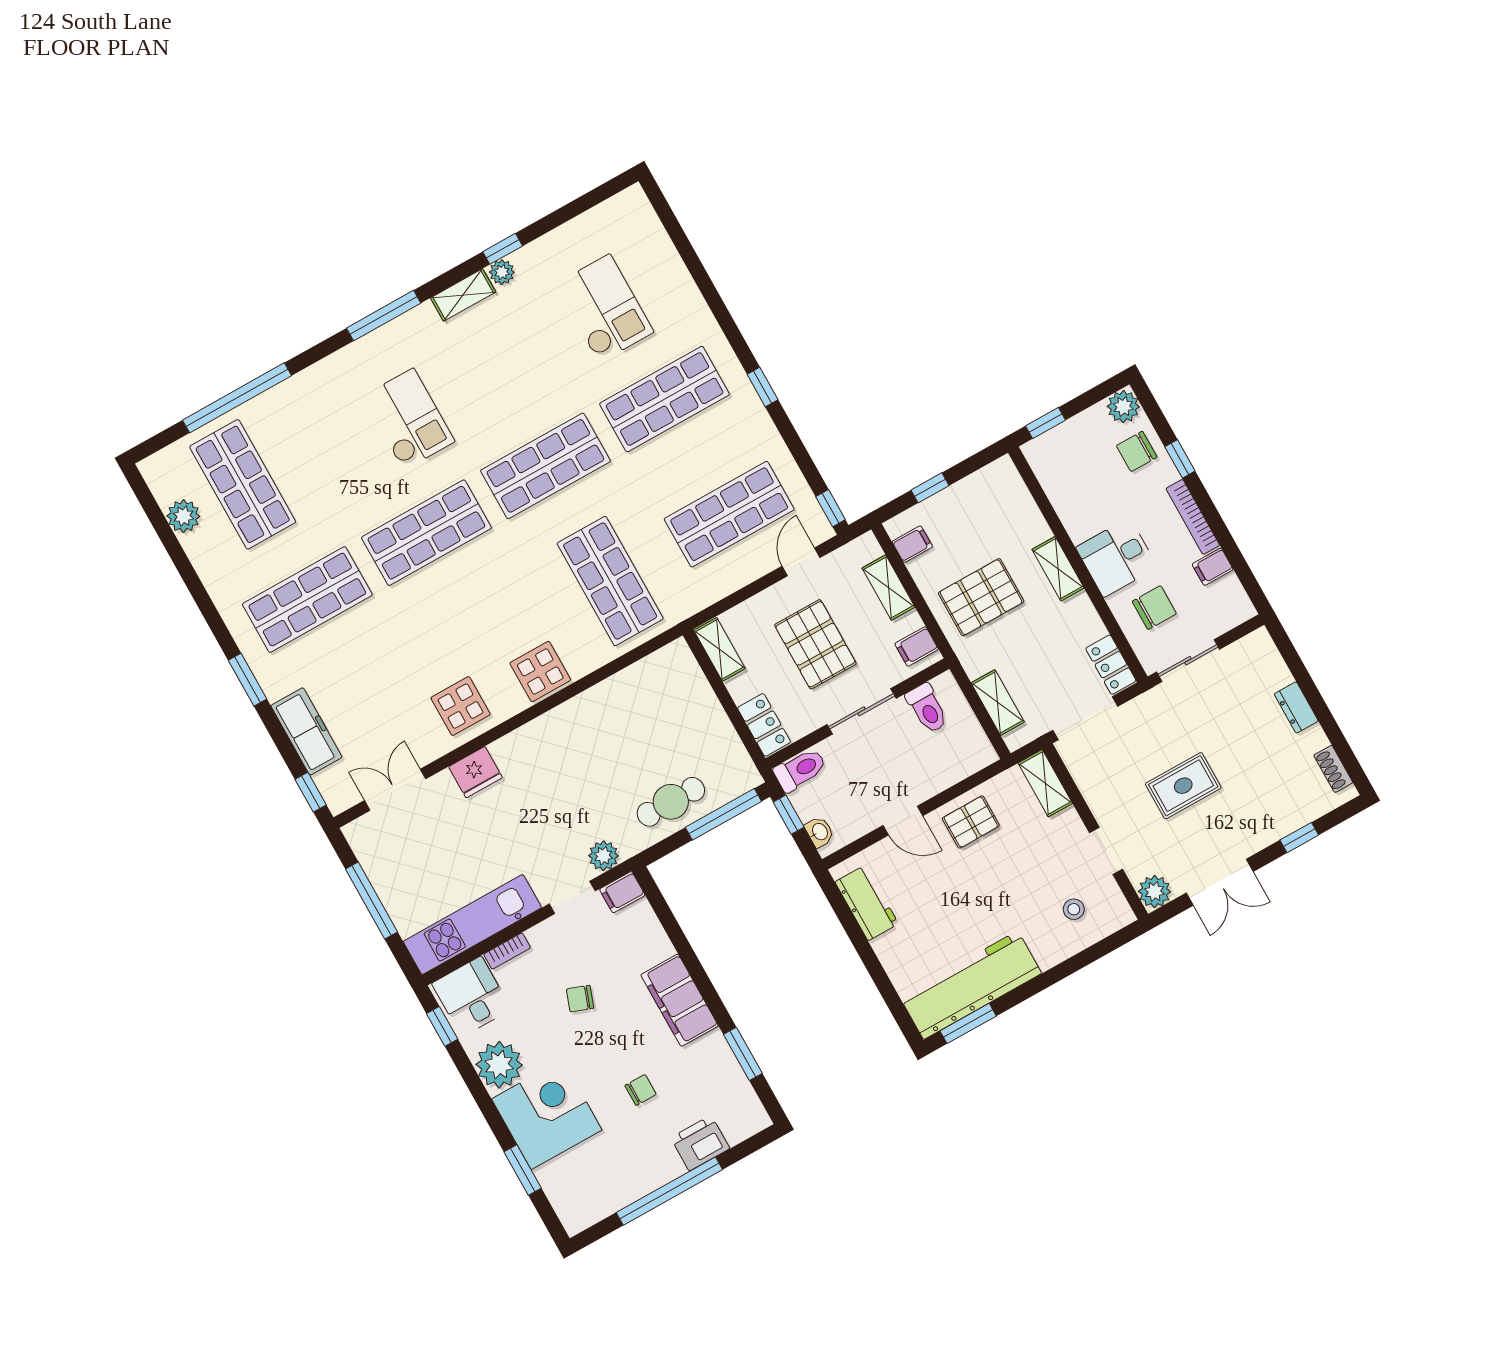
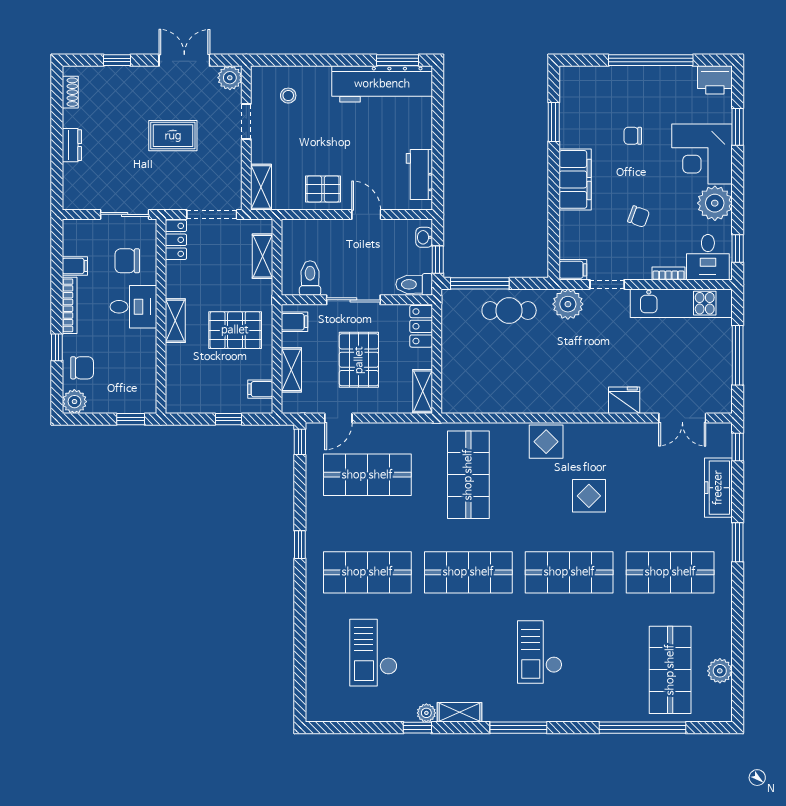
display table: (461, 706) -> (589, 496), moved
plant: (603, 856) -> (568, 304), width x1.36, depth x1.36
printer: (700, 1143) -> (715, 80), moved

